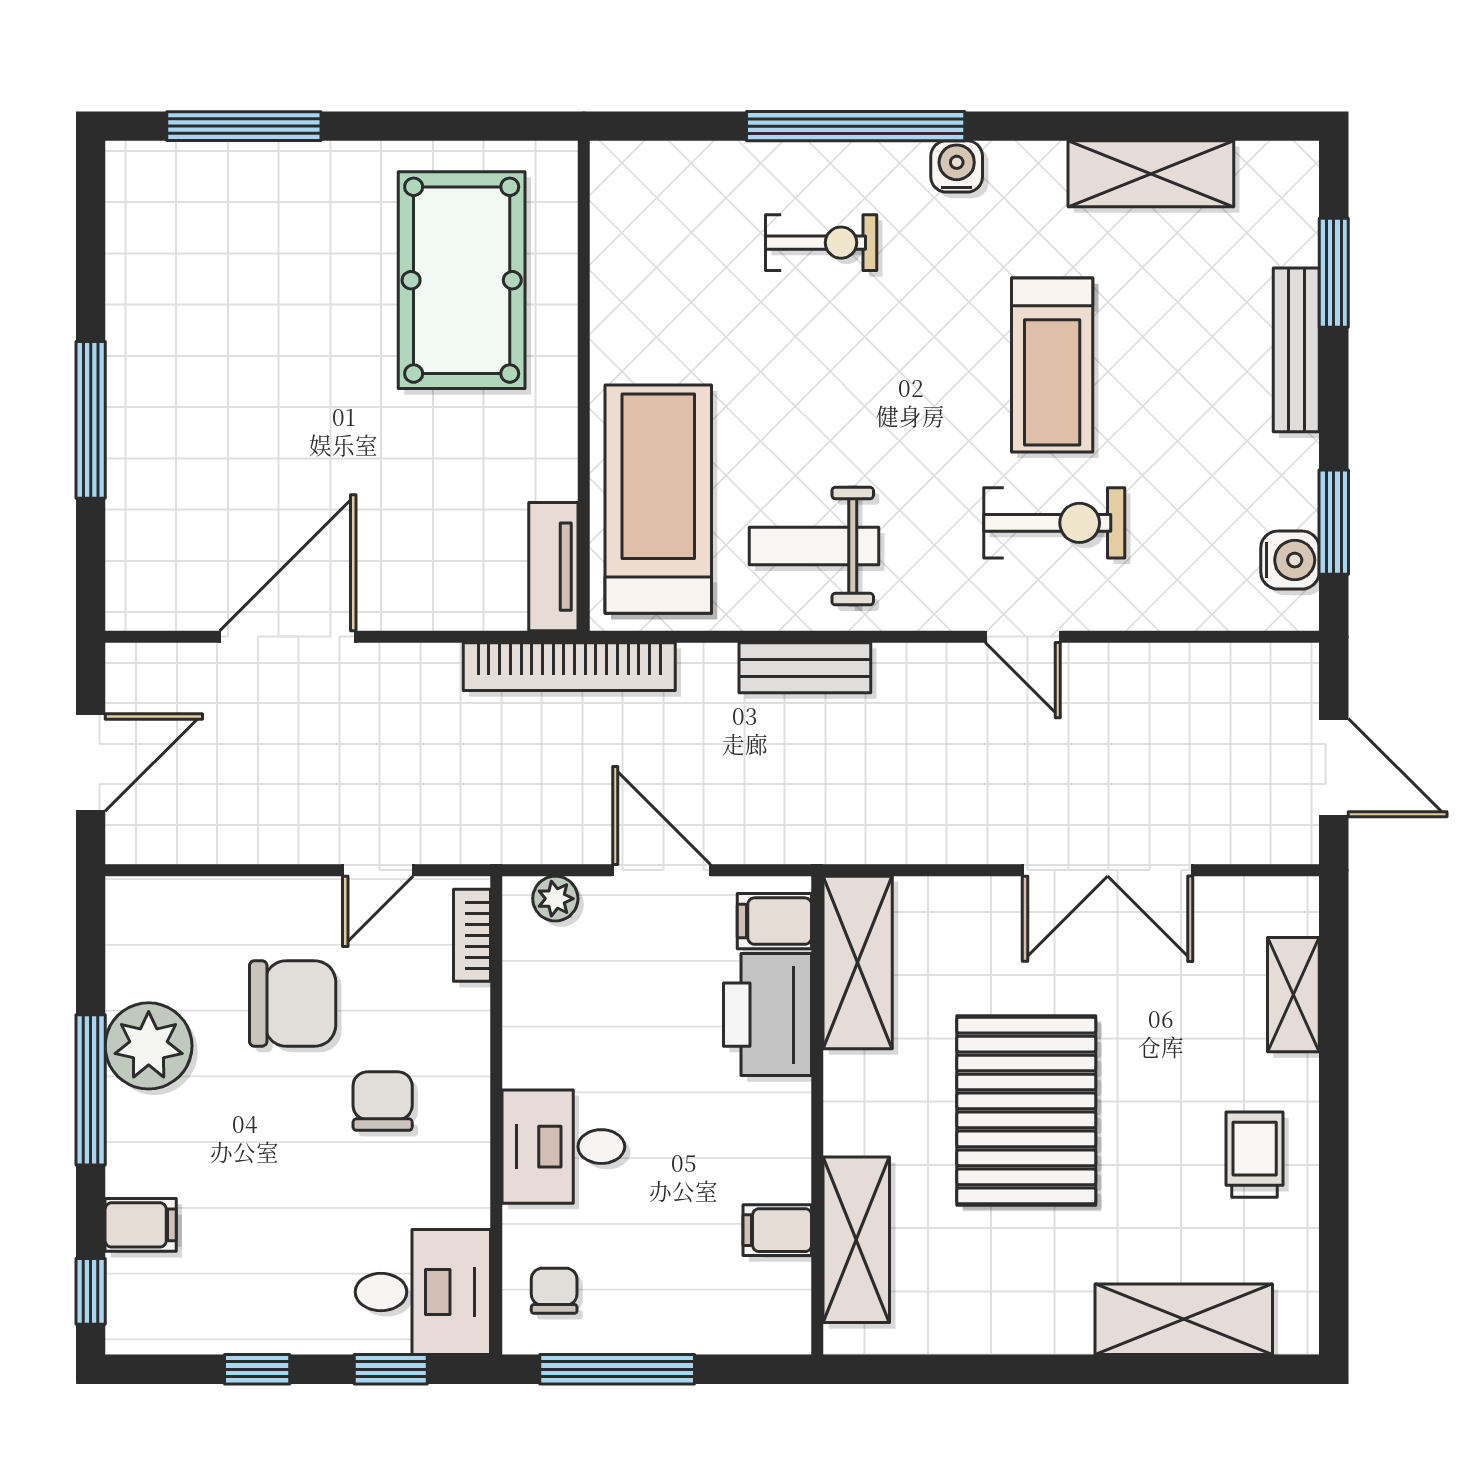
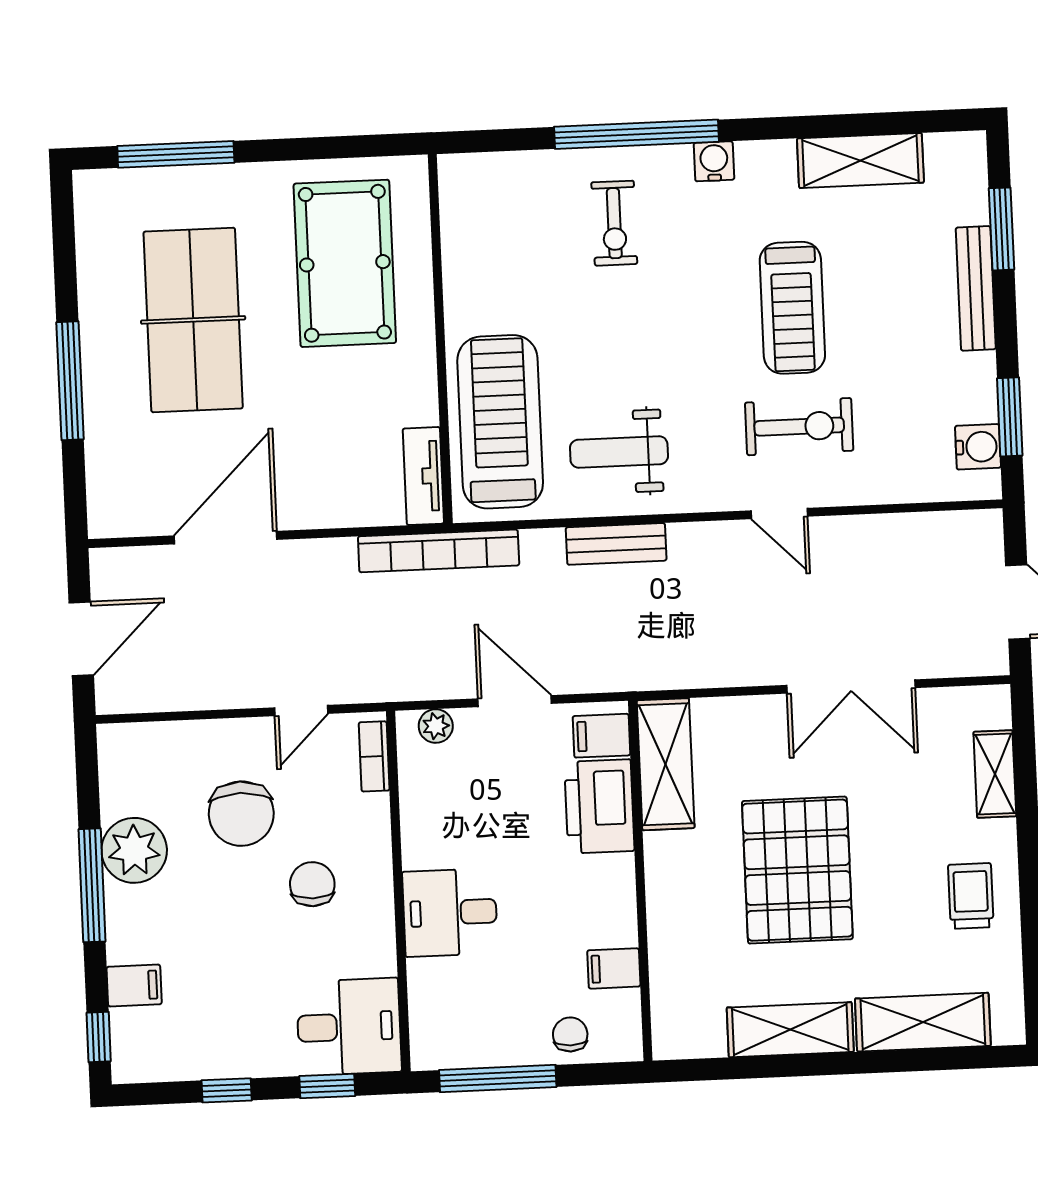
exercise bike: (821, 243) -> (614, 223), turned 90
table tennis table: (257, 346) -> (193, 320), added
chair: (293, 1003) -> (241, 814), turned 90
shelving: (856, 1240) -> (790, 1030), moved, turned 90
chair: (554, 1291) -> (570, 1034), moved

